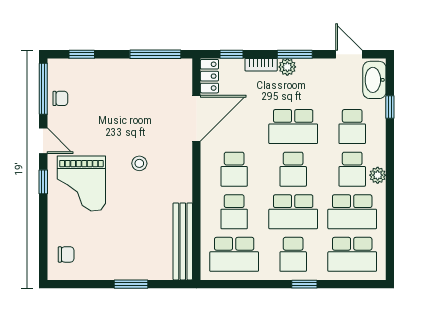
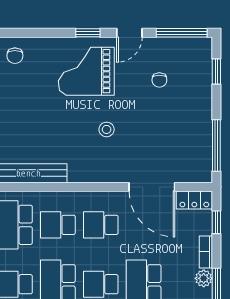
chair: (60, 98) -> (159, 80), moved

